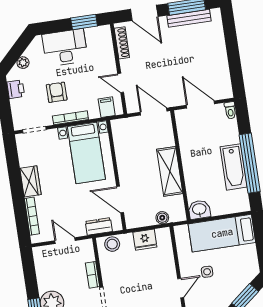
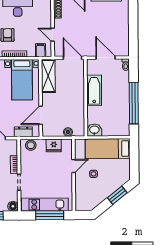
bathtub: (234, 167) -> (94, 90), moved, turned 180
shelving: (170, 171) -> (48, 76), moved
door: (120, 199) -> (41, 115), hinge flipped
door: (181, 288) -> (74, 166), moved

